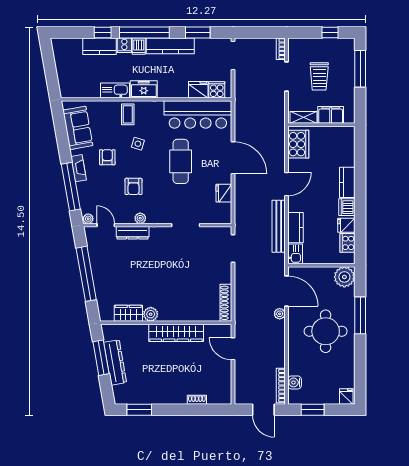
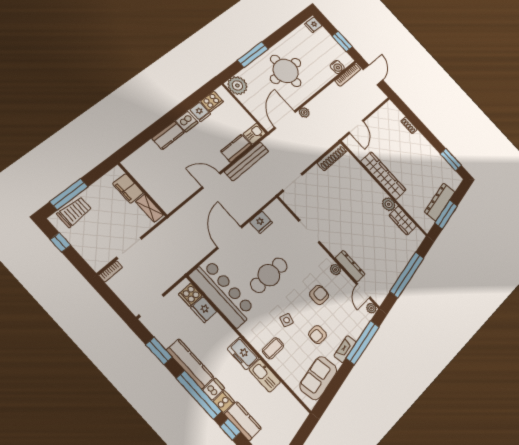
trolley: (319, 76) -> (74, 212), moved
cooker: (298, 144) -> (174, 196), removed

